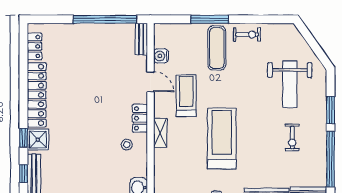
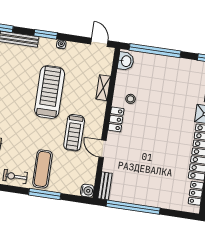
water cooler: (161, 56) -> (87, 191), moved
shelving: (160, 133) -> (103, 88), moved
treadmill: (222, 139) -> (50, 92), turned 180

